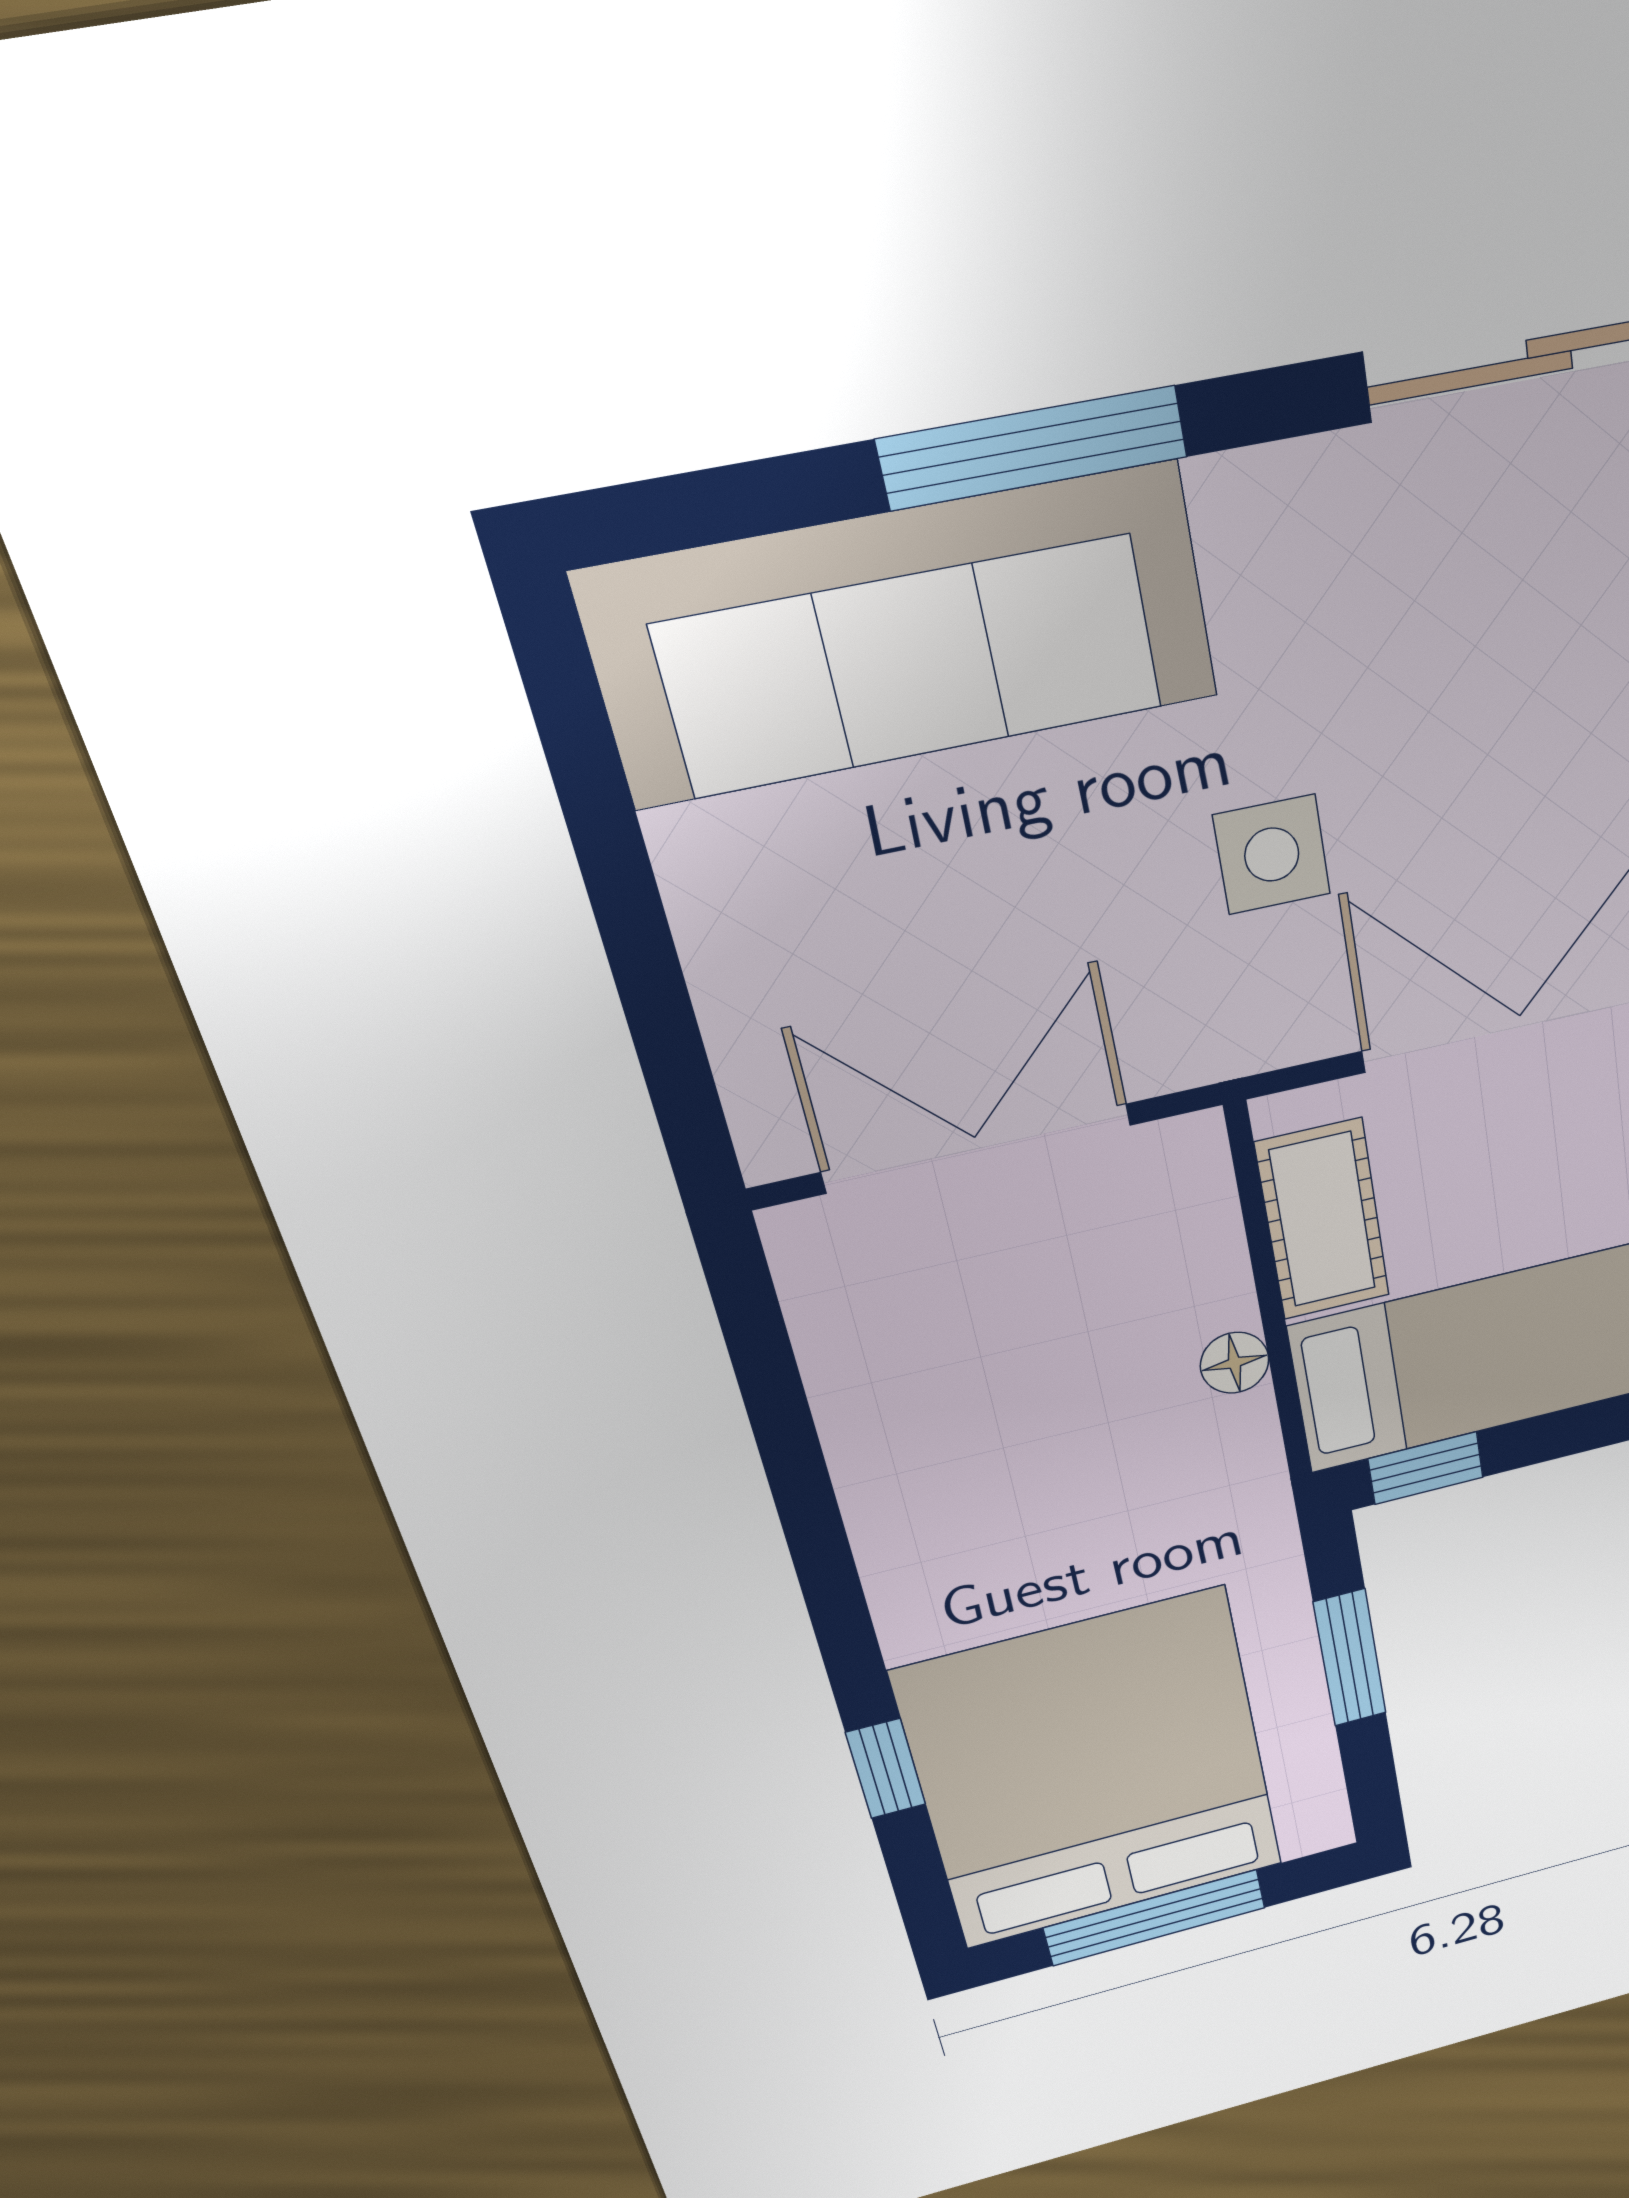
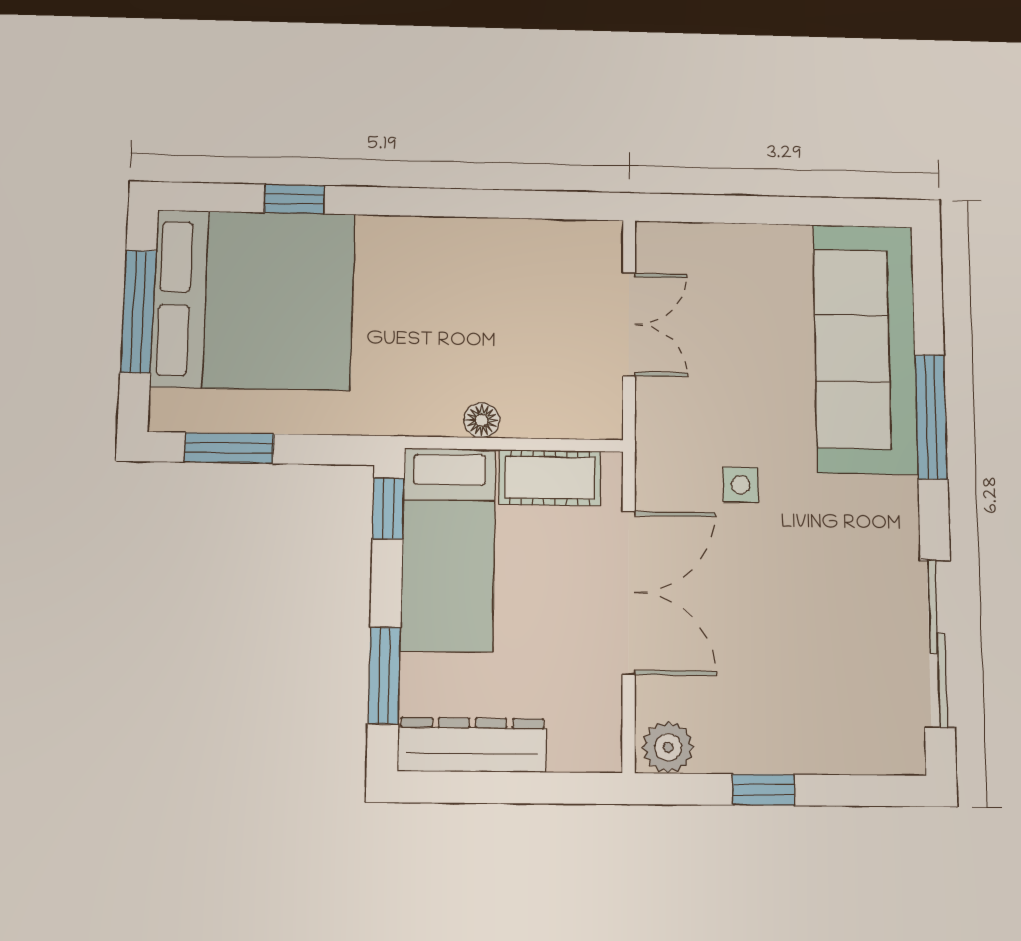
side table: (1272, 855) -> (741, 485), width x0.73, depth x0.73
double door: (977, 1148) -> (629, 324), width x0.73
window: (1350, 1658) -> (229, 448), moved

